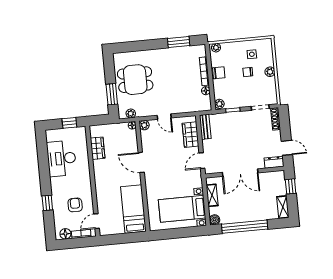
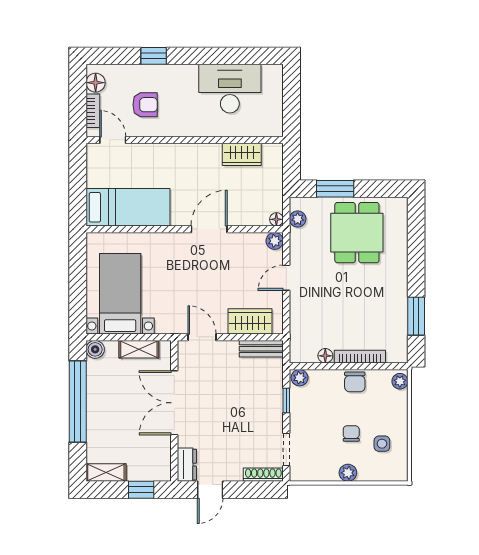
window: (69, 123) -> (292, 109), removed

